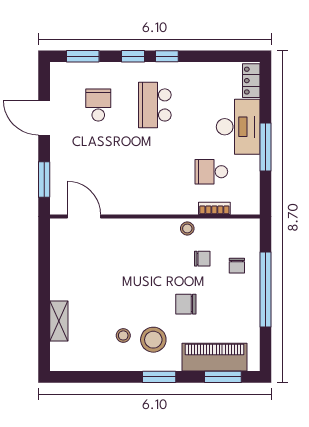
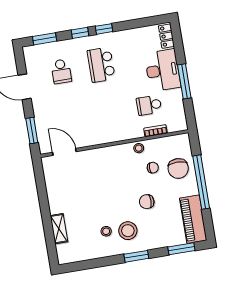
school desk: (98, 105) -> (61, 71), turned 180
chair: (237, 266) -> (178, 168), width x1.87, depth x1.87
piano: (214, 357) -> (193, 219), moved, turned -90

